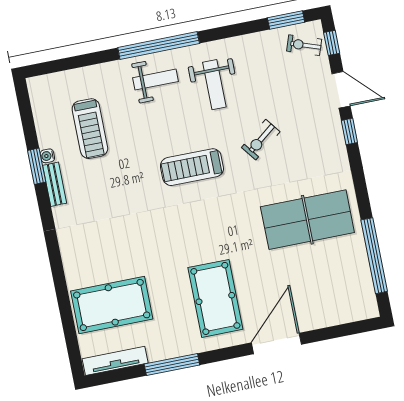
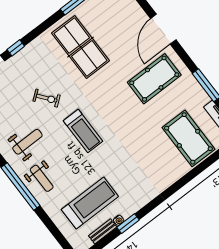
weight bench: (155, 80) -> (42, 178), turned 180
treadmill: (90, 129) -> (90, 203), width x1.37, depth x1.38
bench: (55, 184) -> (103, 231), moved
door: (276, 344) -> (163, 29), hinge flipped

